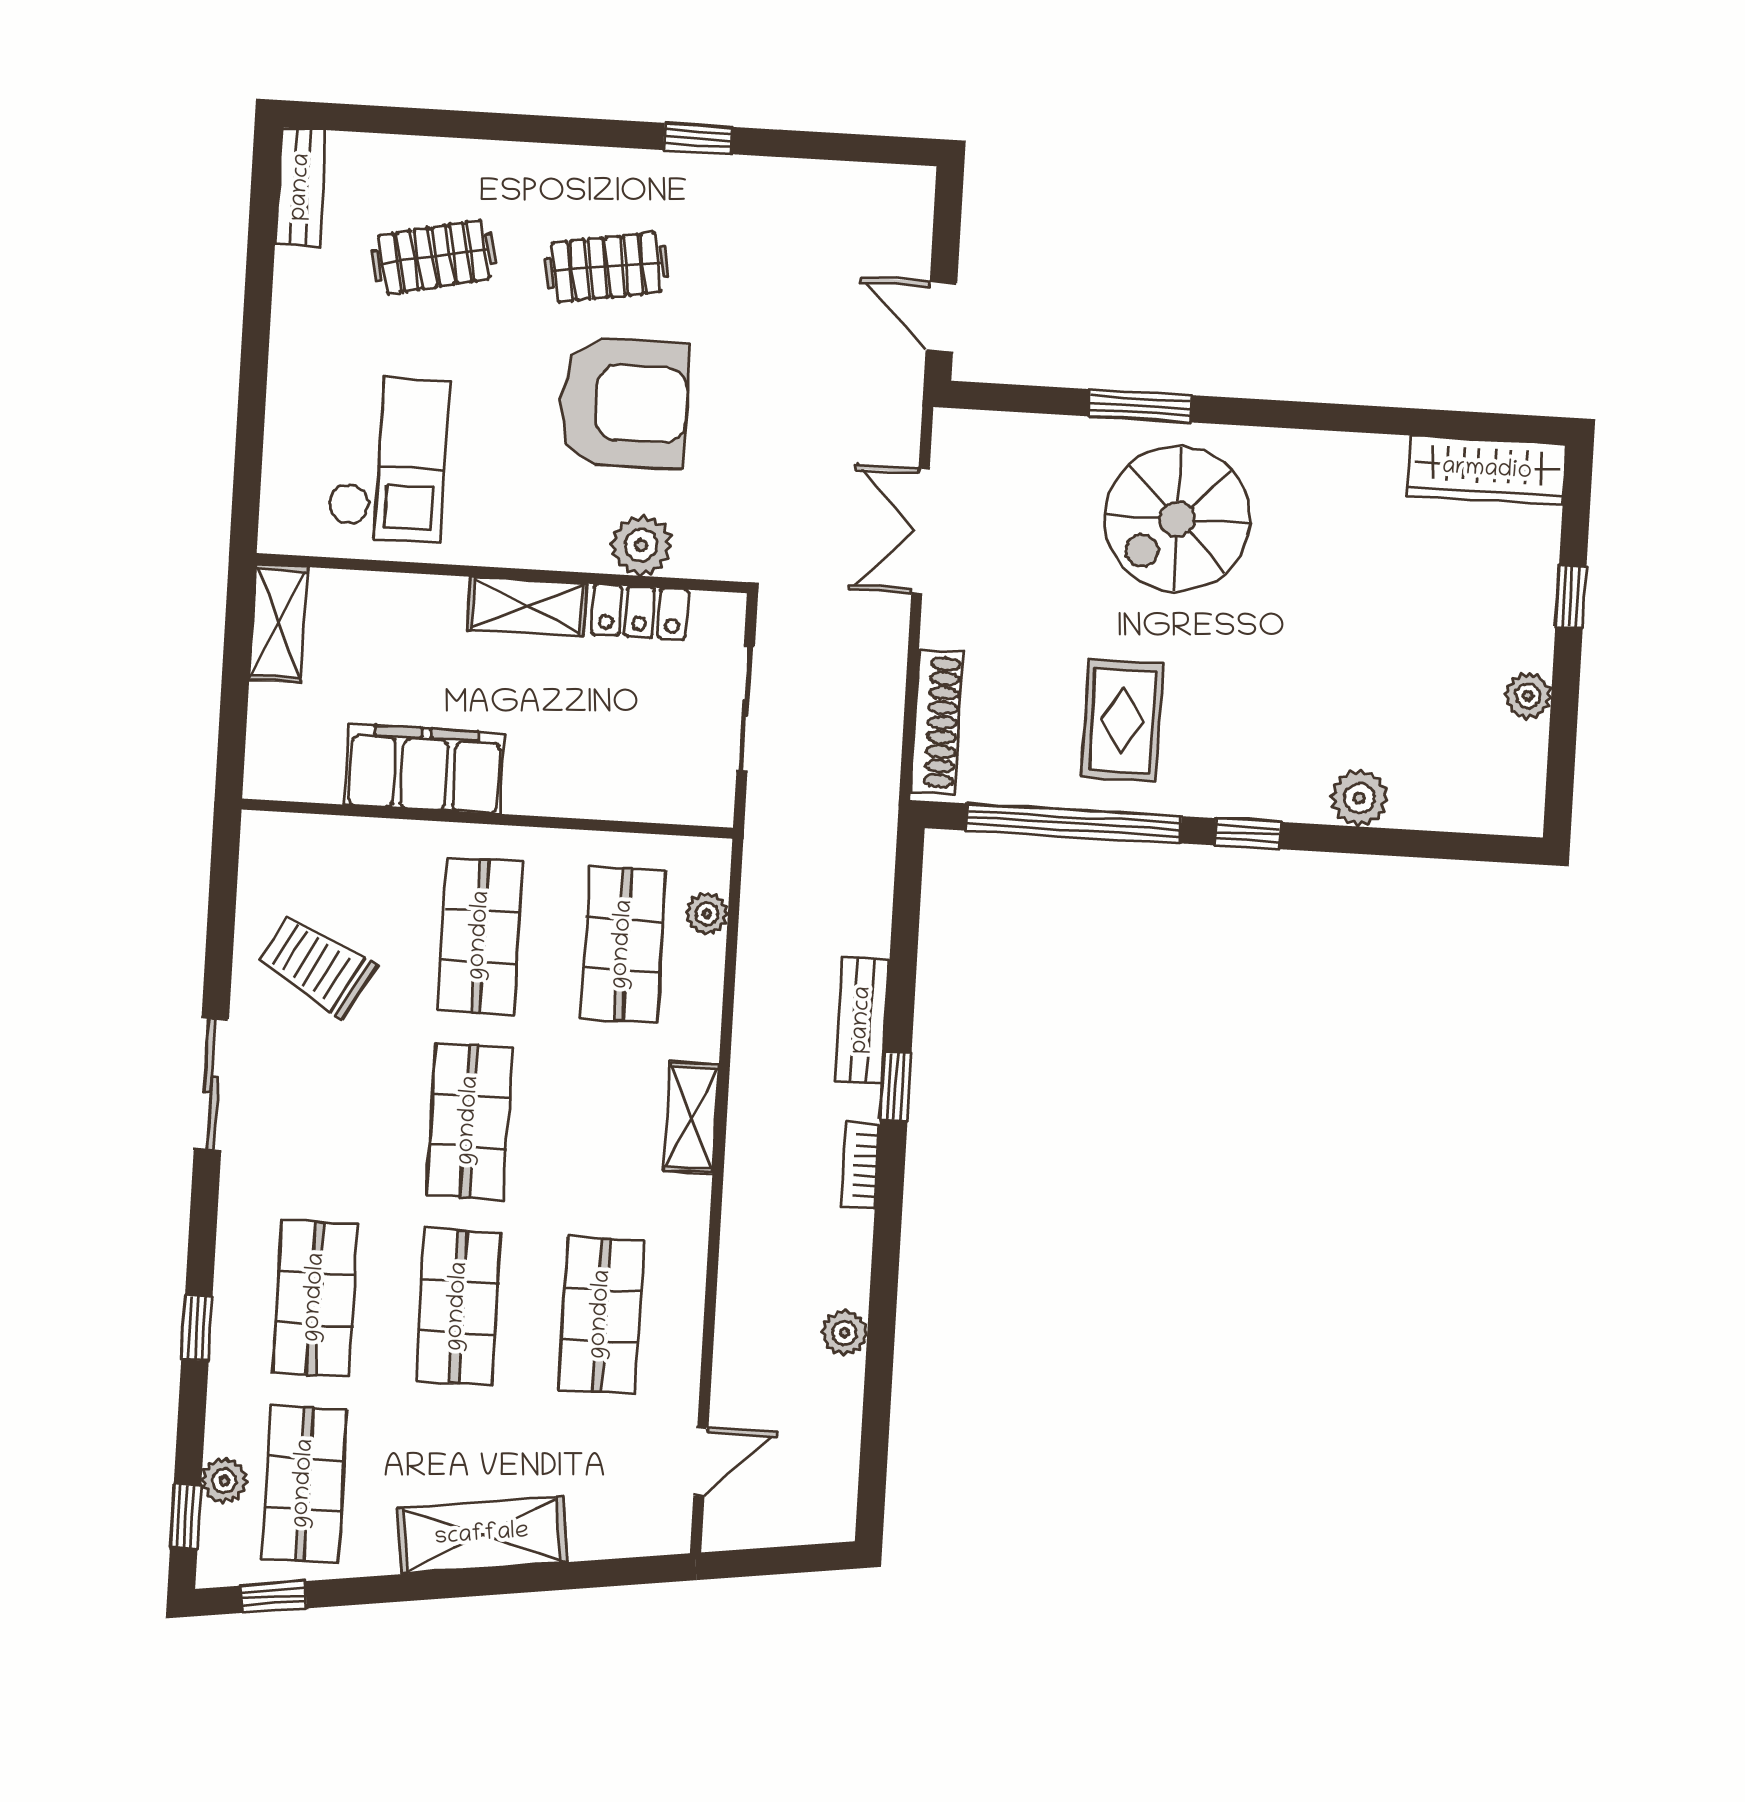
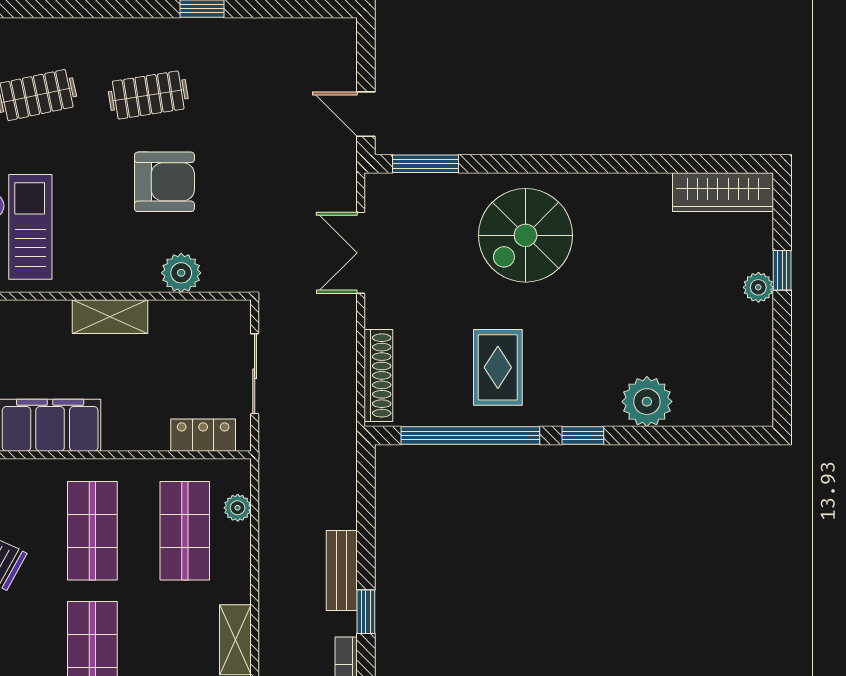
armchair: (624, 403) -> (164, 182), width x0.73, depth x0.73
window: (1140, 406) -> (426, 164), moved
locker: (640, 612) -> (203, 435), moved, turned 180
plant: (1528, 696) -> (758, 287), moved
plant: (1359, 798) -> (647, 402), width x1.36, depth x1.36

